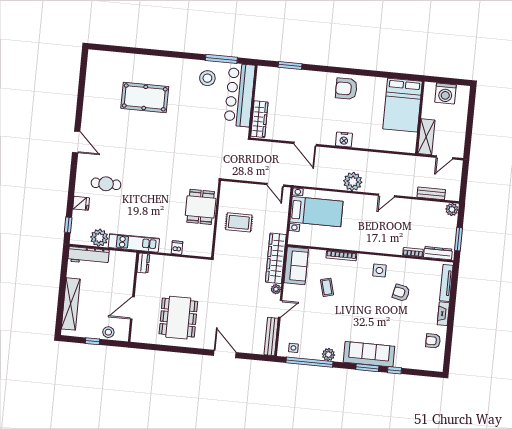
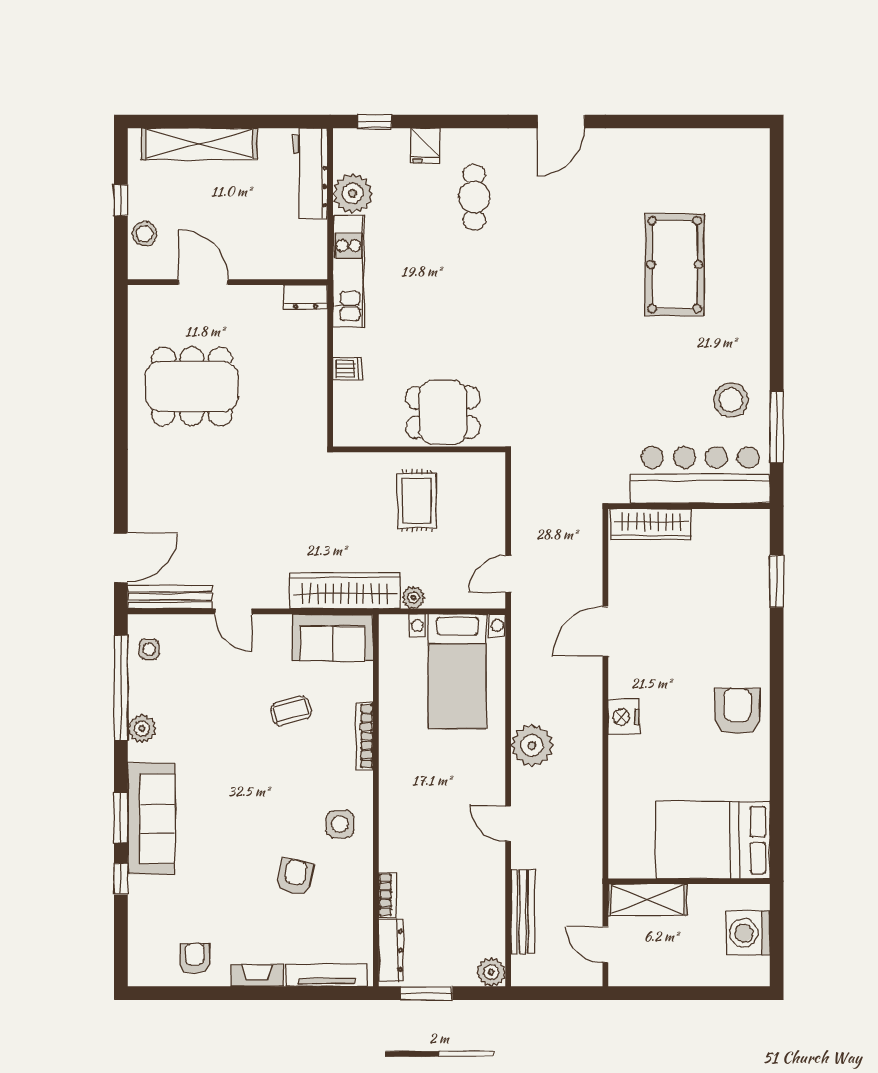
bench: (431, 193) -> (523, 911), width x1.36
plant: (276, 289) -> (413, 598), moved
door: (225, 354) -> (121, 558), moved

